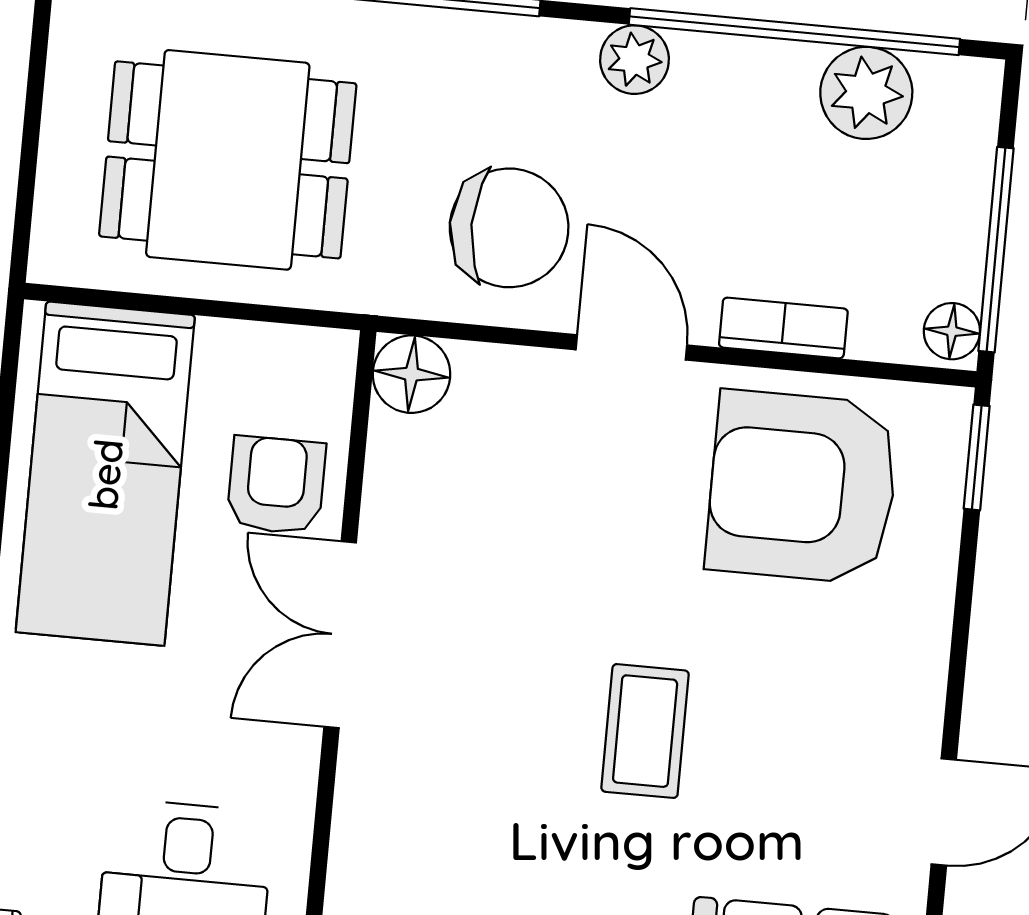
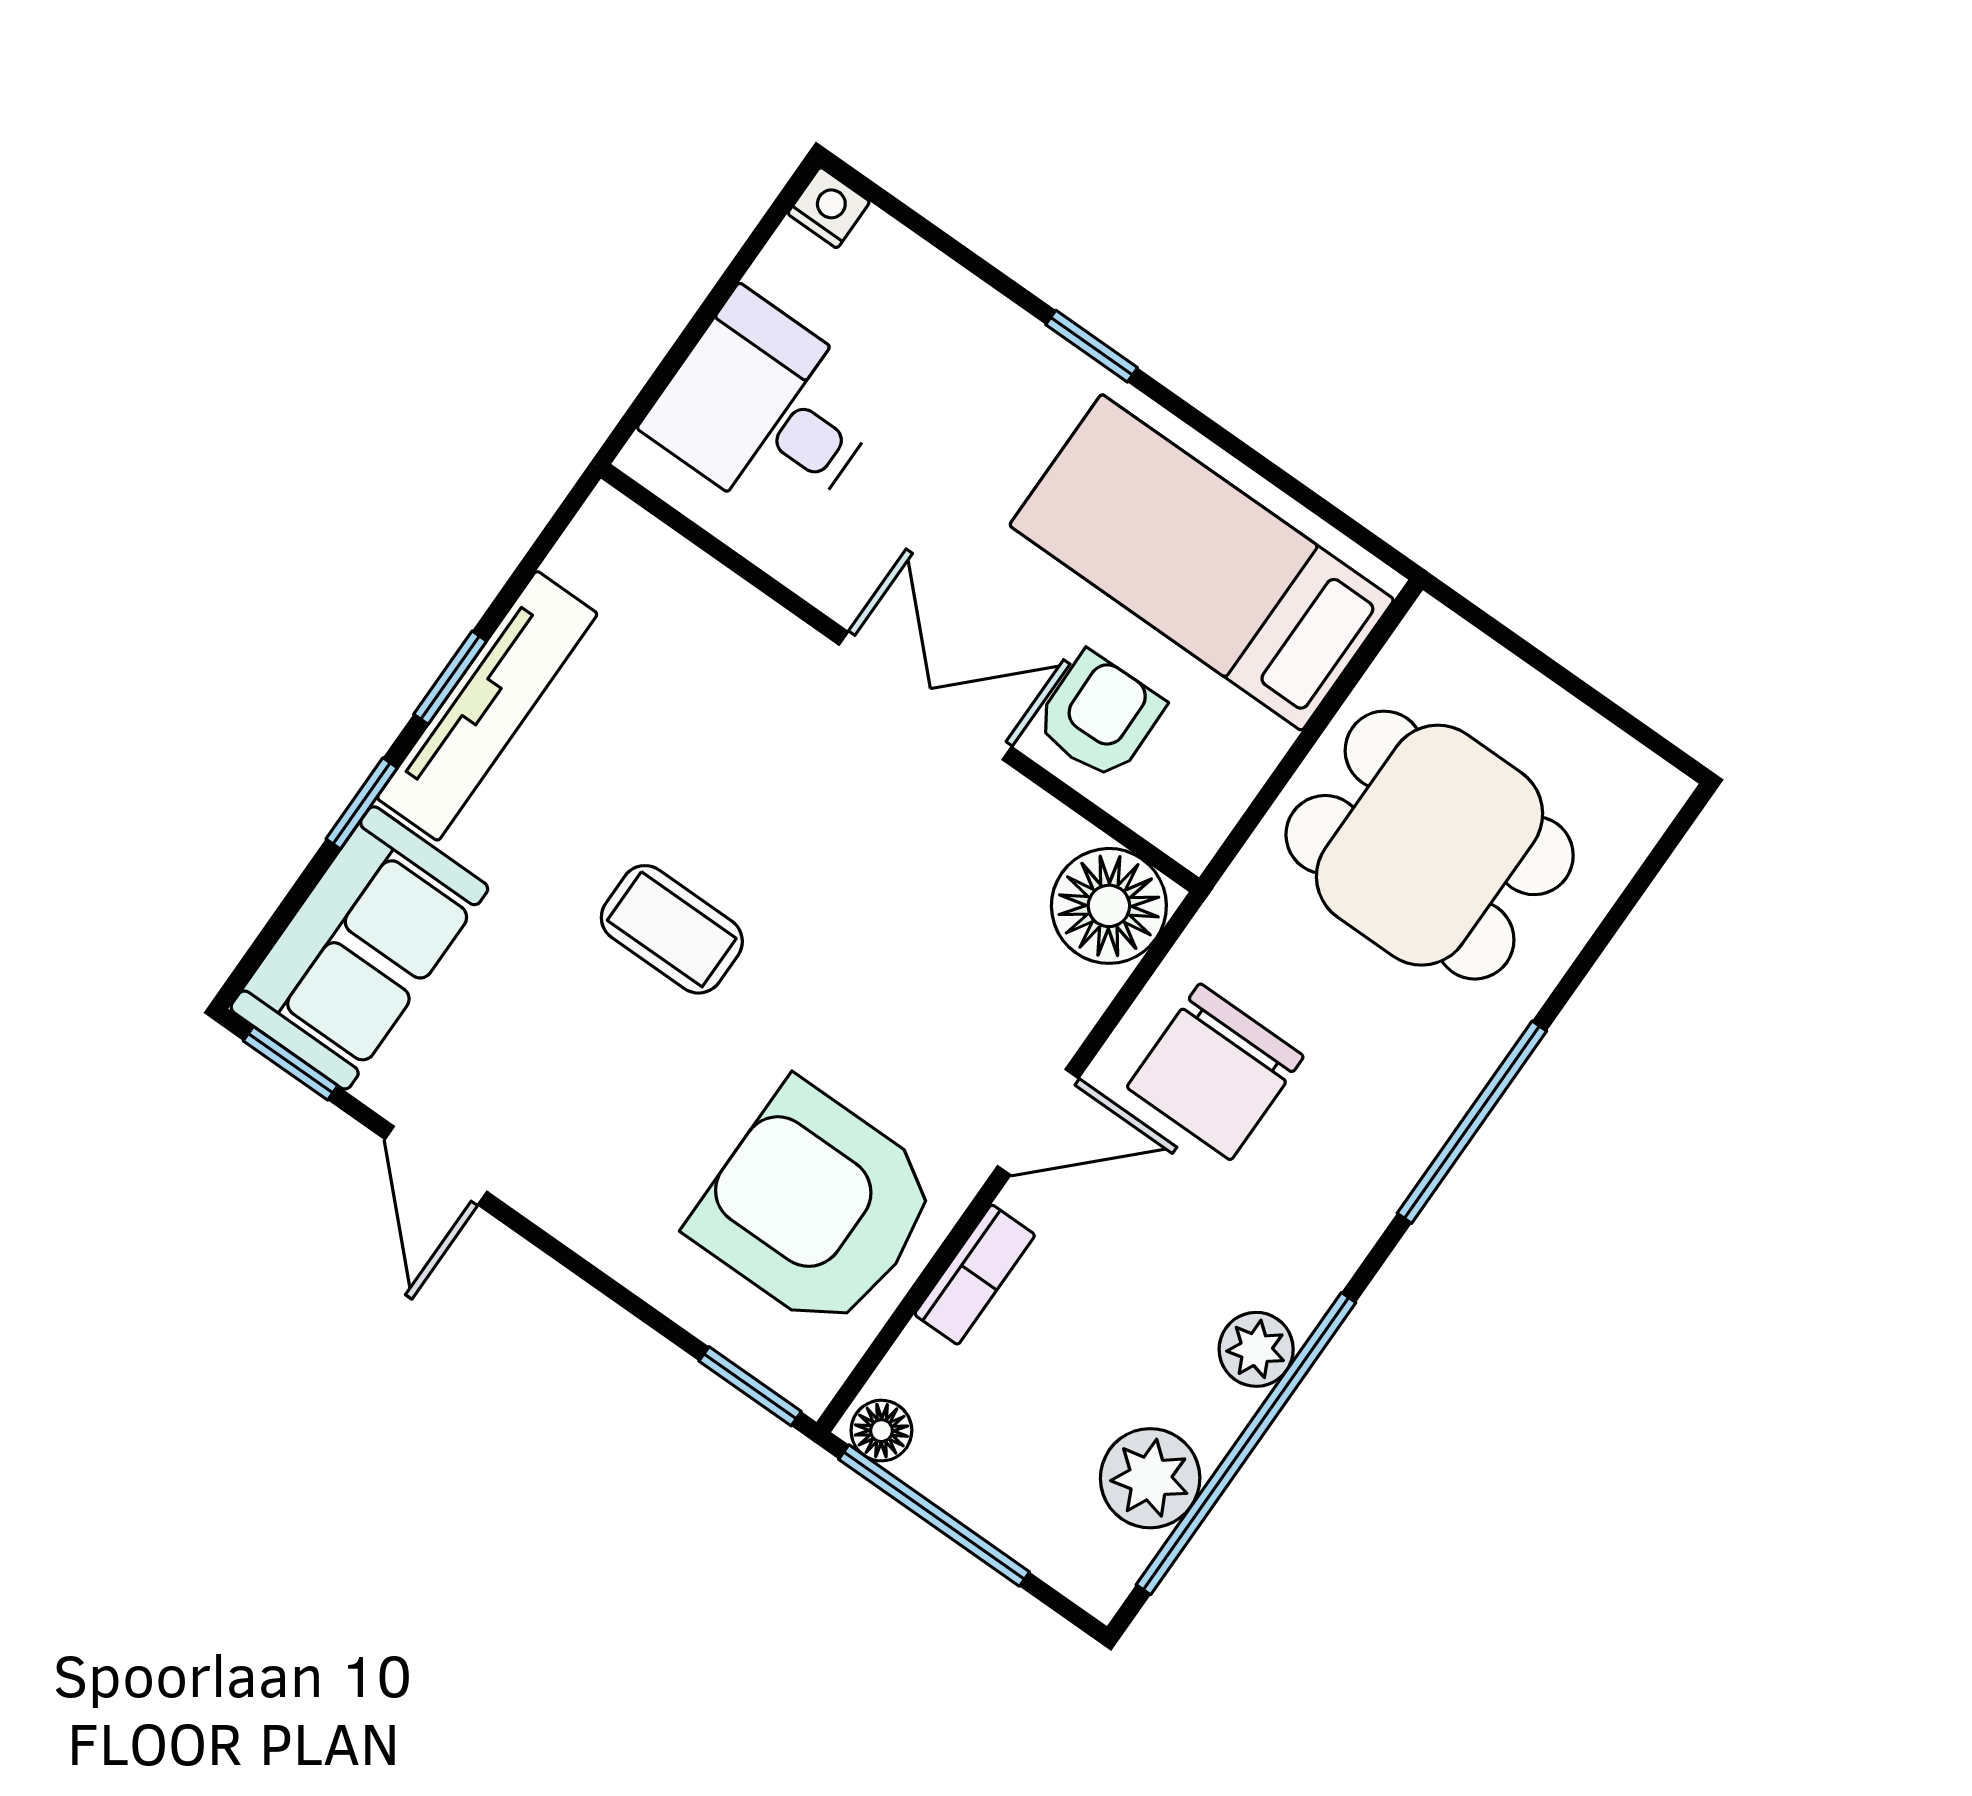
plant: (635, 60) -> (1256, 1349), moved
dining table: (228, 160) -> (1430, 845), turned 90
floor lamp: (411, 374) -> (1109, 906), width x1.38, depth x1.38
armchair: (276, 485) -> (1099, 716), turned -91
armchair: (802, 487) -> (816, 1207), turned -90

